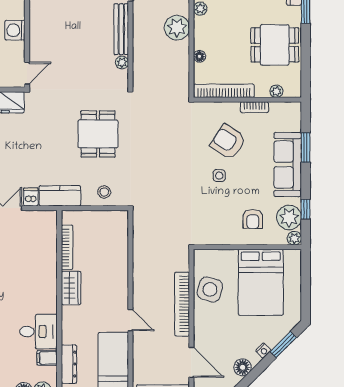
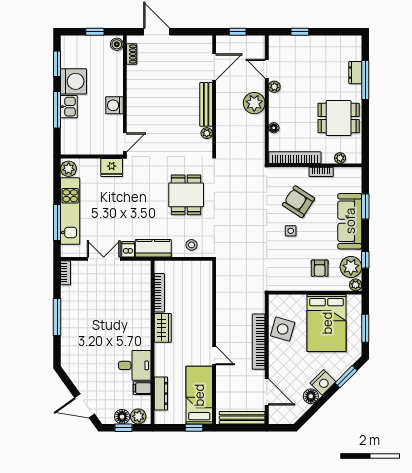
window: (306, 289) -> (365, 328), added
nightstand: (263, 351) -> (323, 382), width x1.89, depth x1.79

